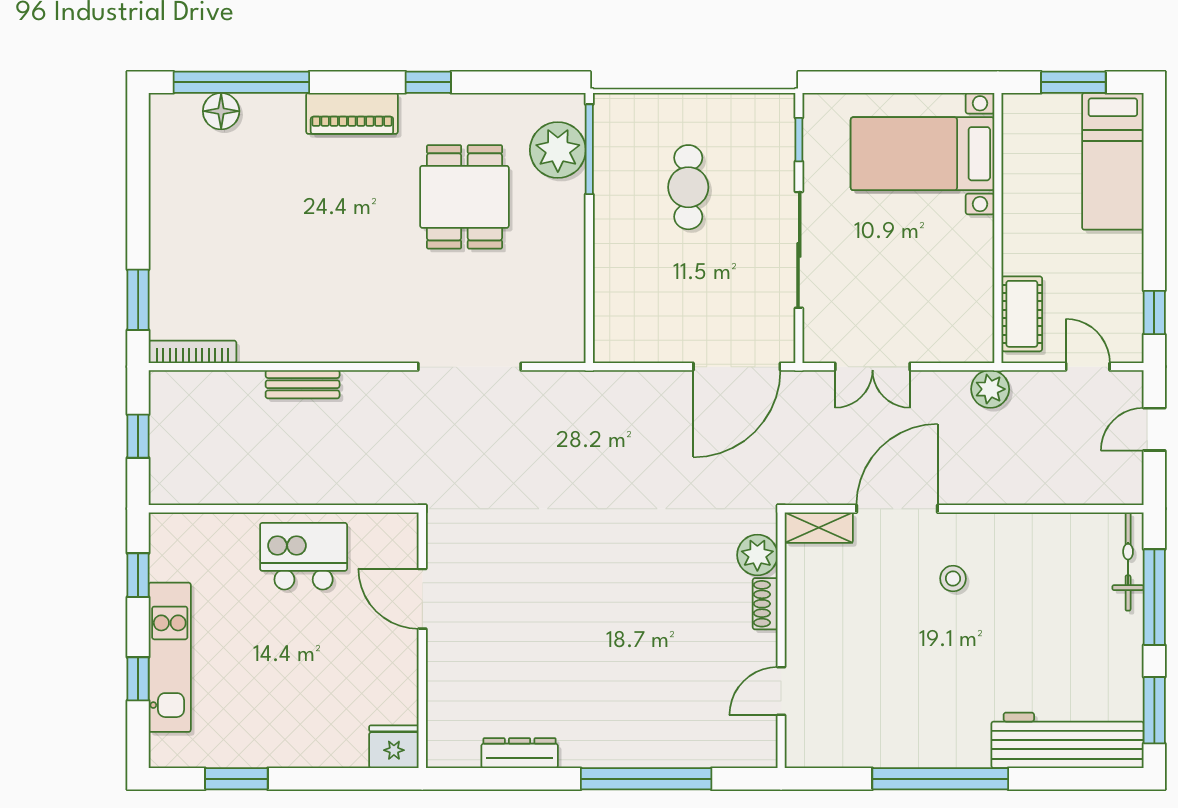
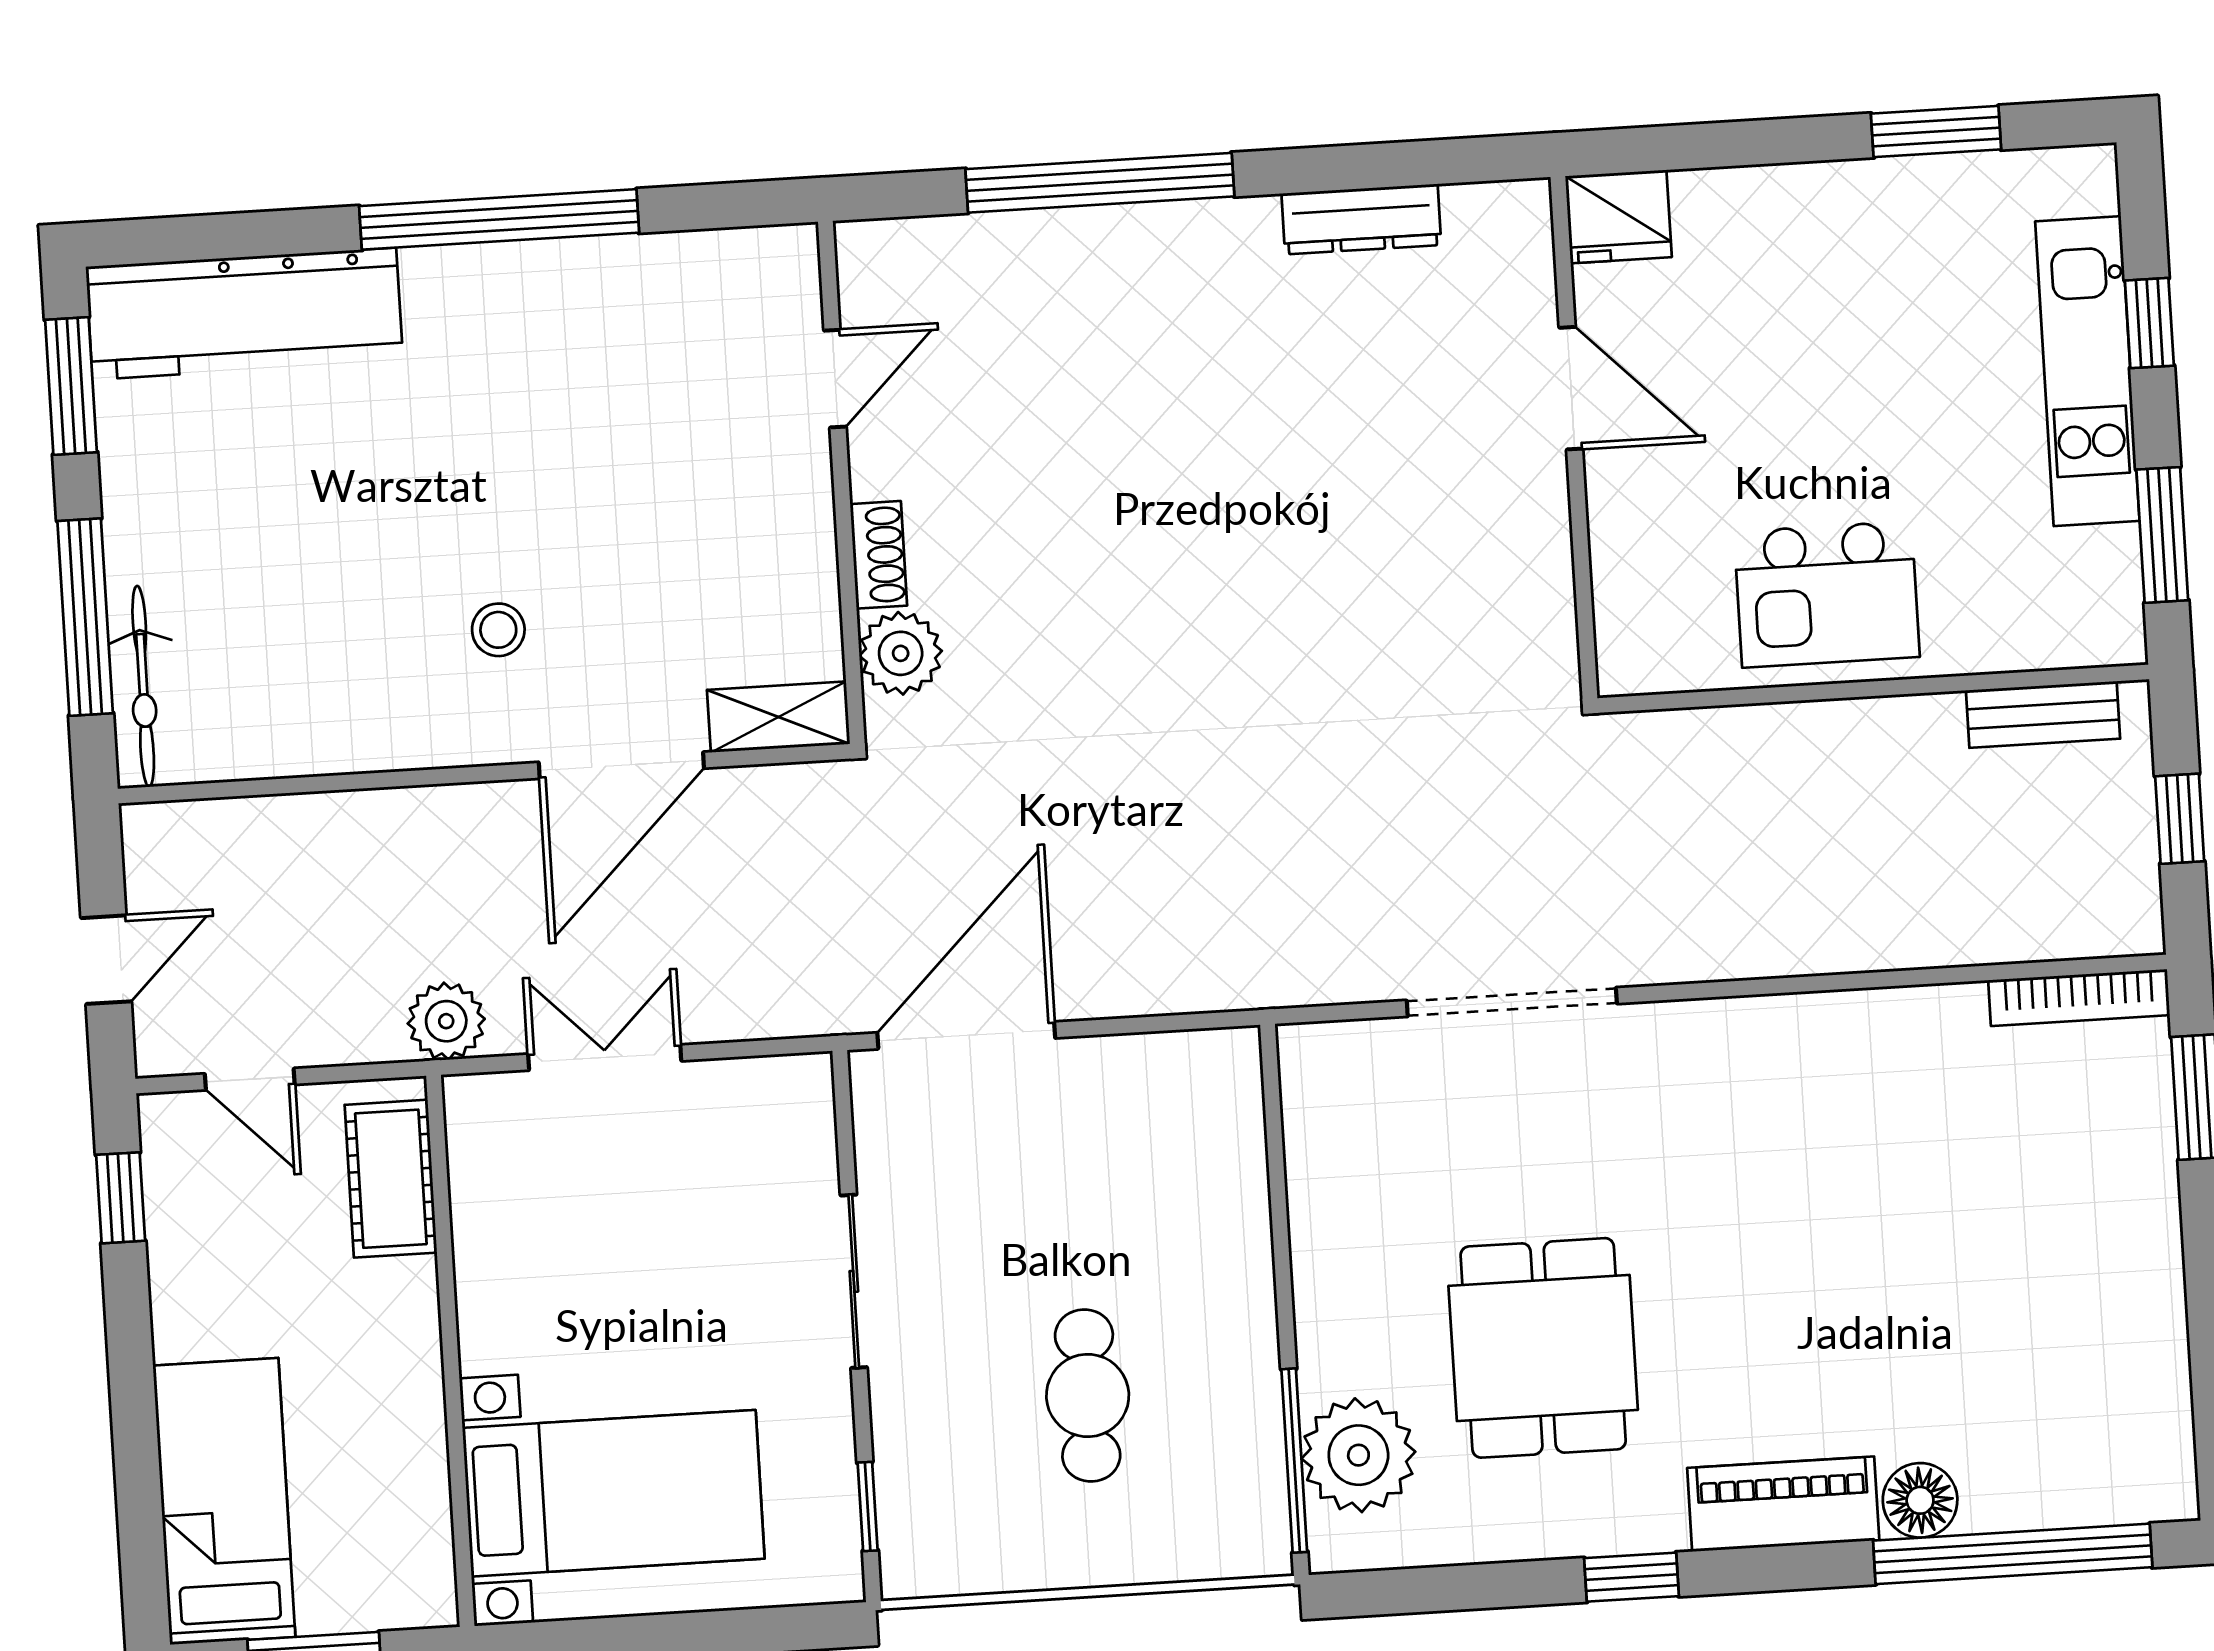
floor lamp: (221, 111) -> (1920, 1500), moved
sliding door: (799, 250) -> (854, 1281), width x0.73
double door: (873, 367) -> (605, 1058), moved
bench: (303, 384) -> (2043, 715), moved
window: (138, 575) -> (2162, 535), width x1.50
door: (422, 599) -> (1571, 388), moved

